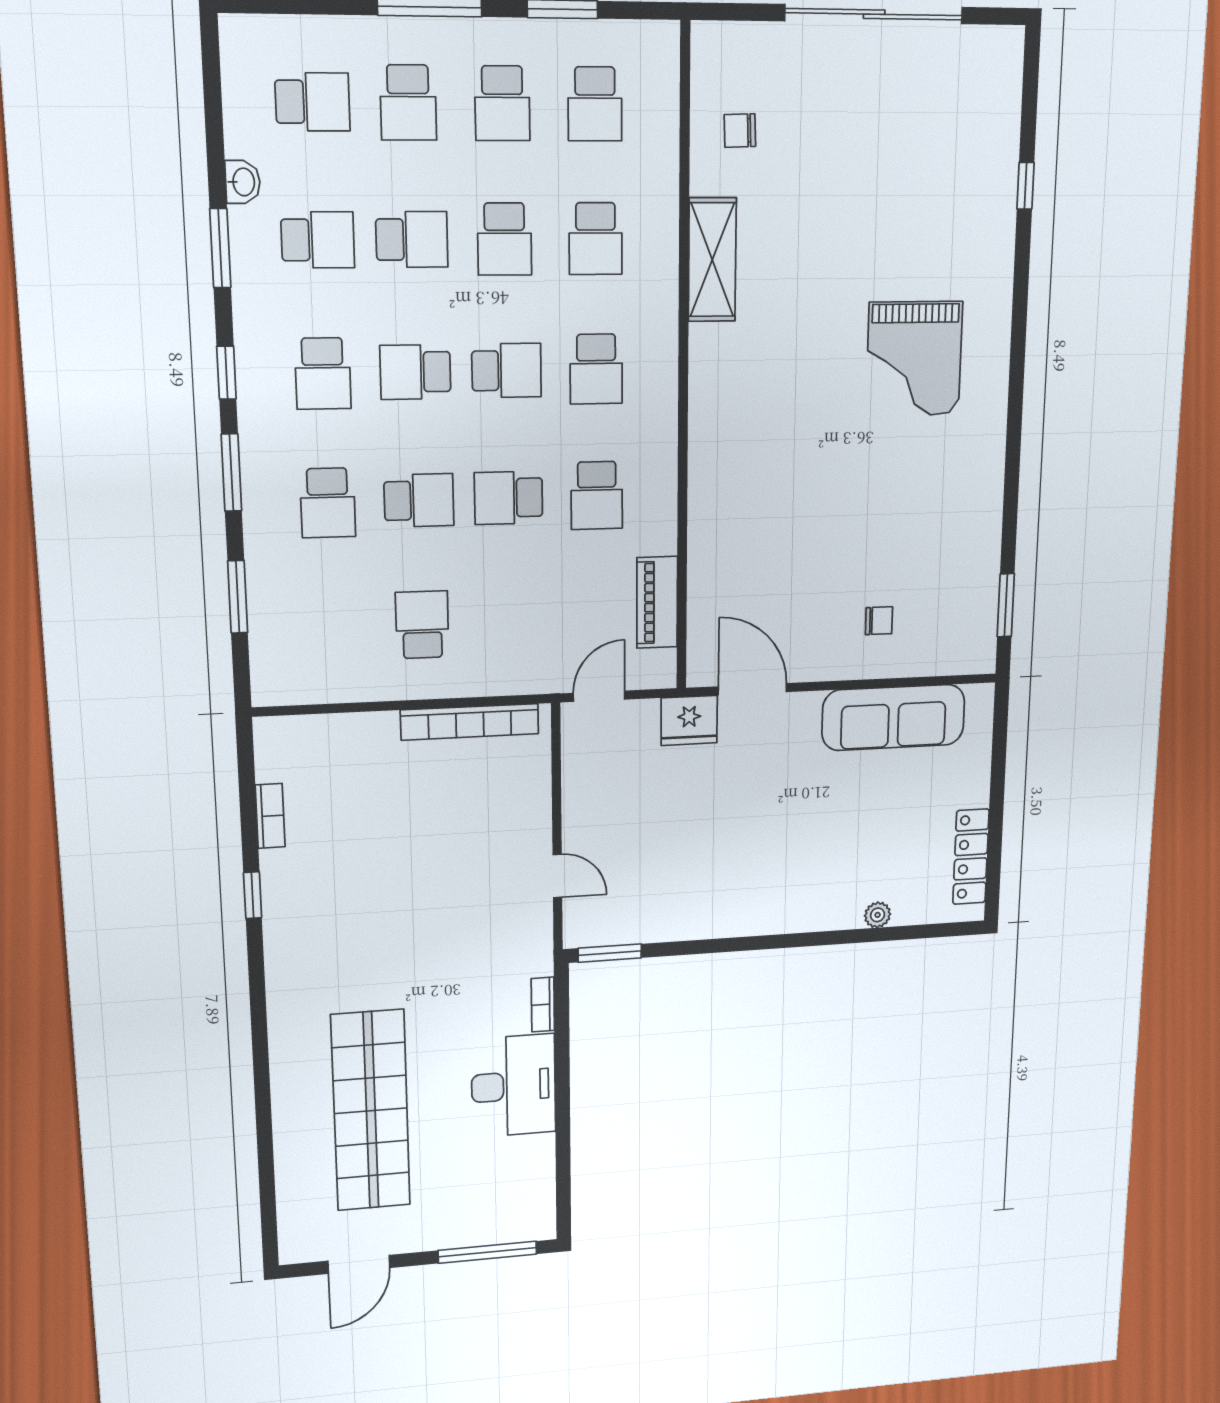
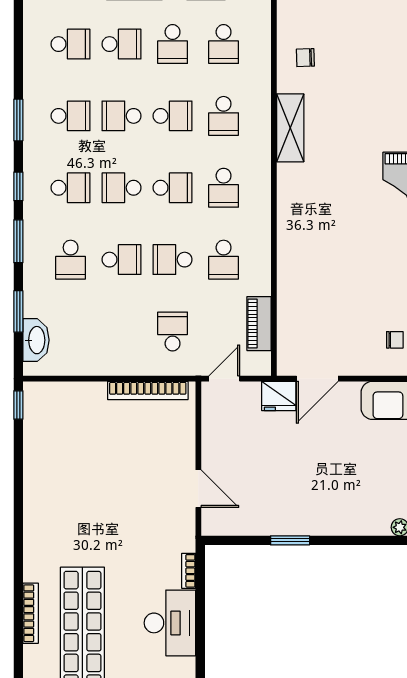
school desk: (408, 103) -> (122, 44), turned -90
washbasin: (243, 182) -> (36, 340), moved, width x1.91, depth x1.45
school desk: (412, 239) -> (122, 116), turned 180
school desk: (504, 239) -> (173, 116), turned -90
school desk: (323, 374) -> (71, 188), turned -90
school desk: (422, 625) -> (173, 331), moved
door: (752, 689) -> (317, 379), swing flipped
bookcase: (270, 816) -> (31, 613), moved, width x1.56
door: (557, 876) -> (198, 489), width x1.37
window: (253, 895) -> (18, 405), moved
window: (610, 953) -> (290, 540), moved

